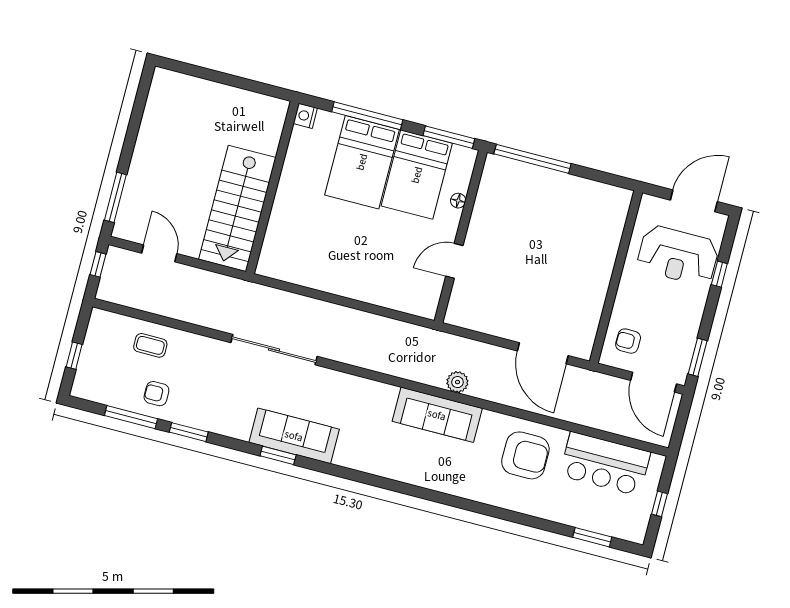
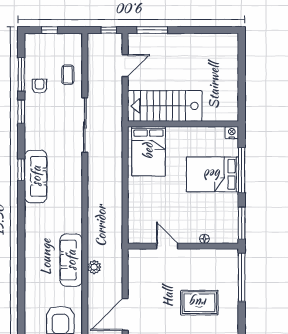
bed: (417, 175) -> (148, 151), moved, turned -90
rug: (555, 234) -> (199, 303), added
sliding door: (274, 350) -> (85, 125), moved

